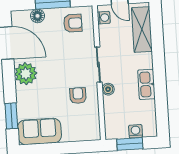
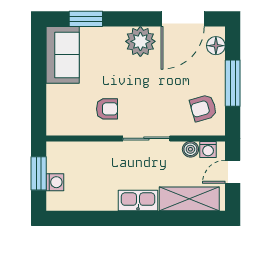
floor lamp: (38, 16) -> (216, 46), moved
armchair: (73, 23) -> (203, 108), turned 74
kitchen sink: (146, 84) -> (138, 200), moved
boiler: (108, 89) -> (190, 149), moved

